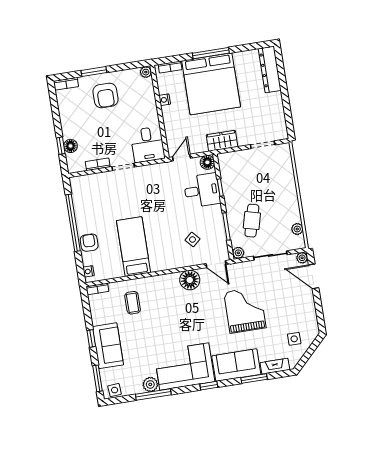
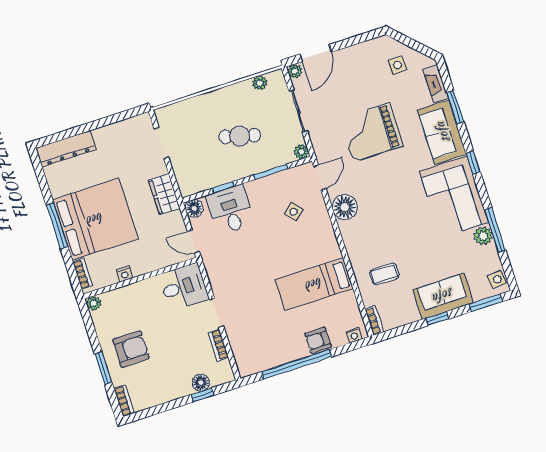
cafe table: (252, 221) -> (240, 136), moved

